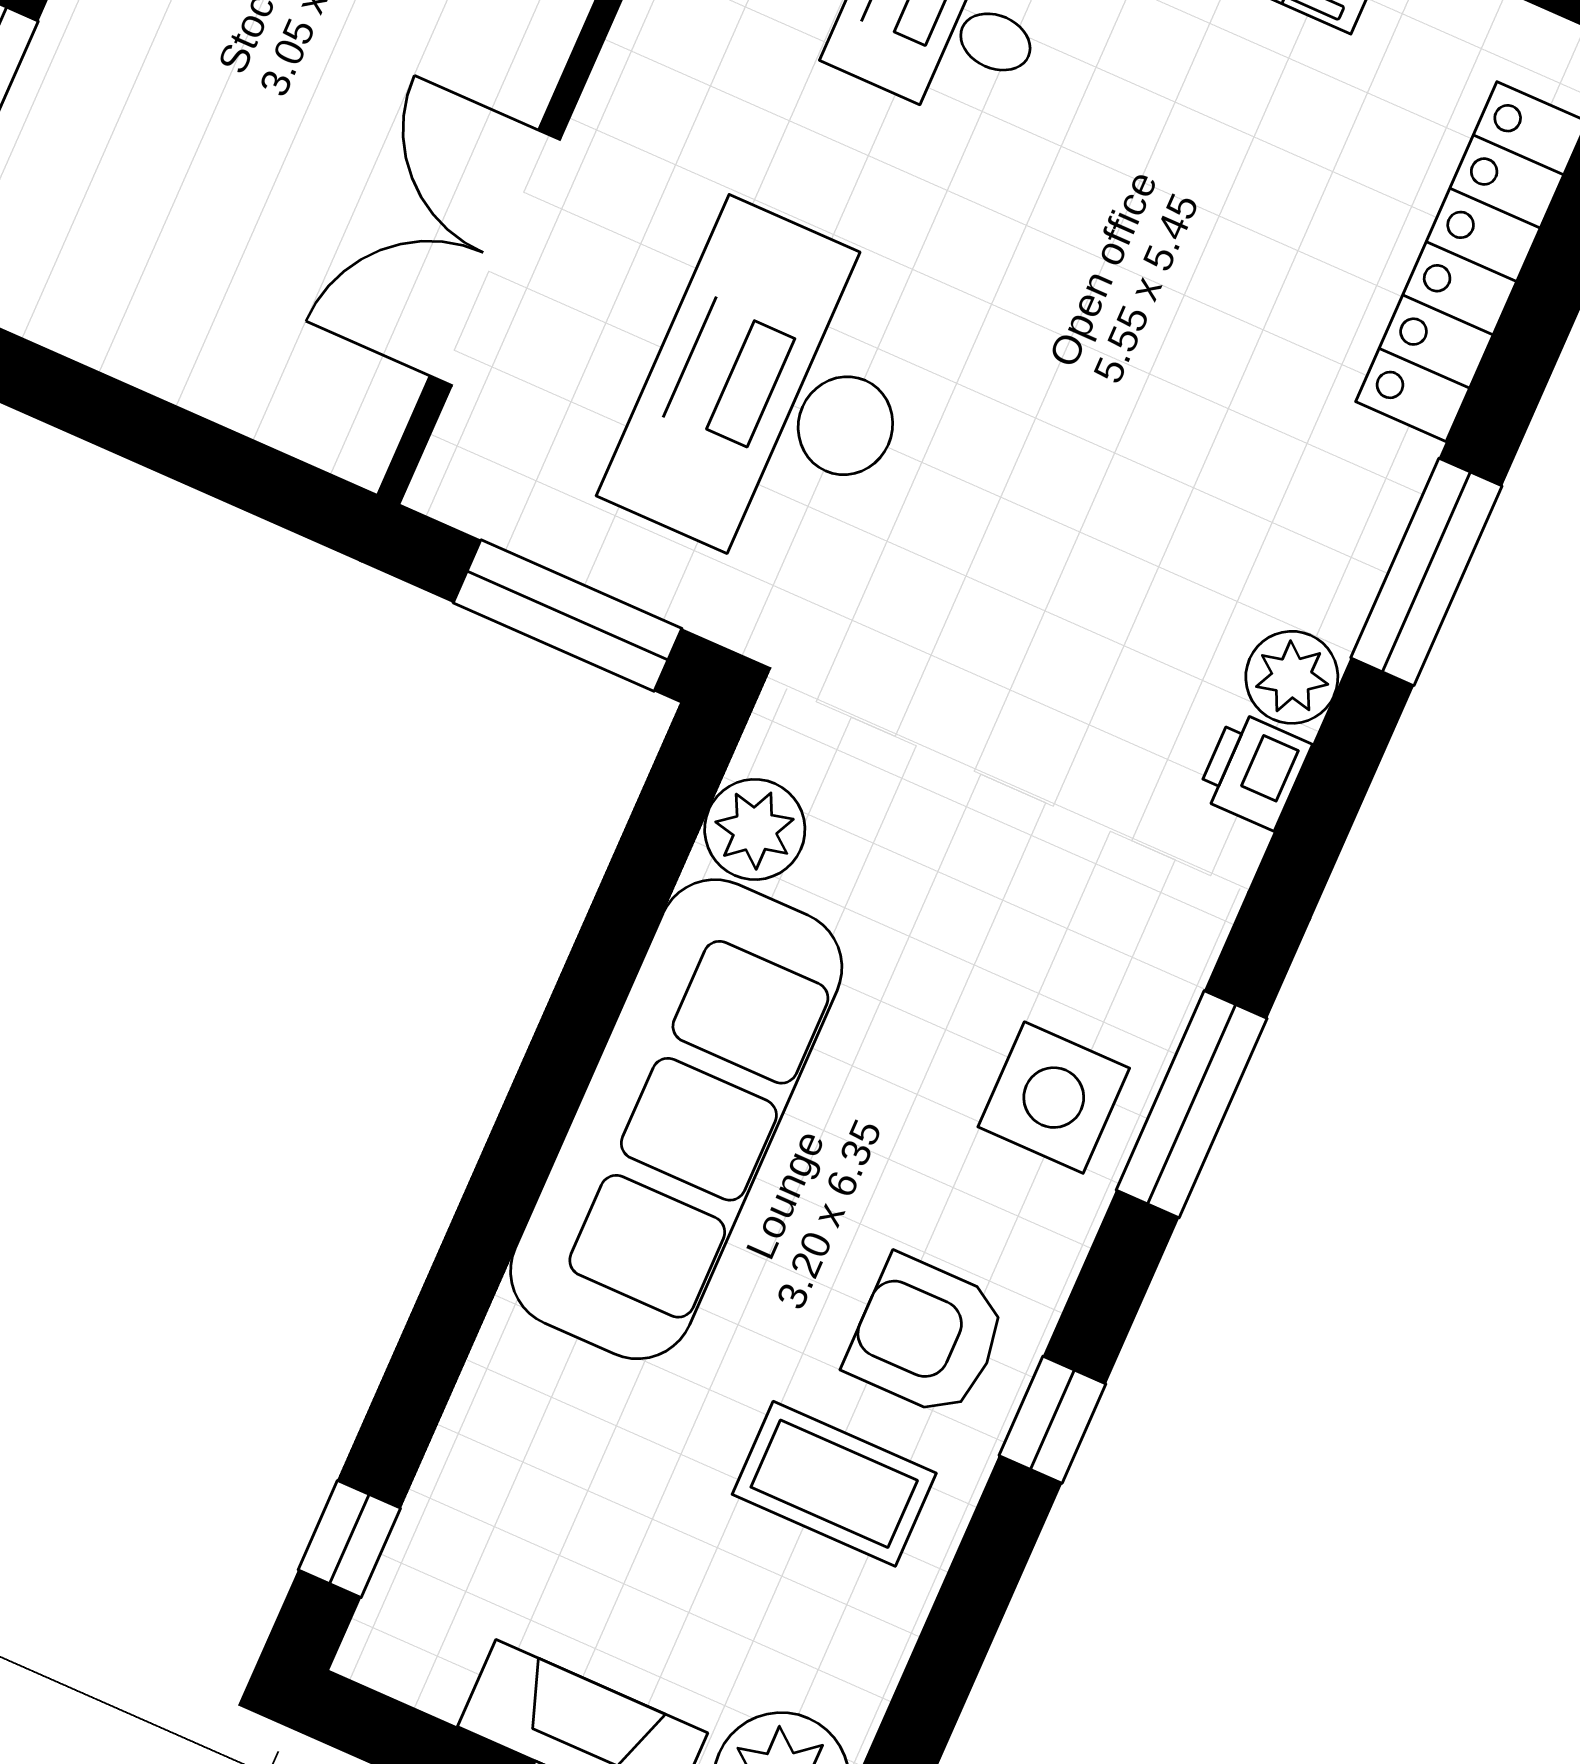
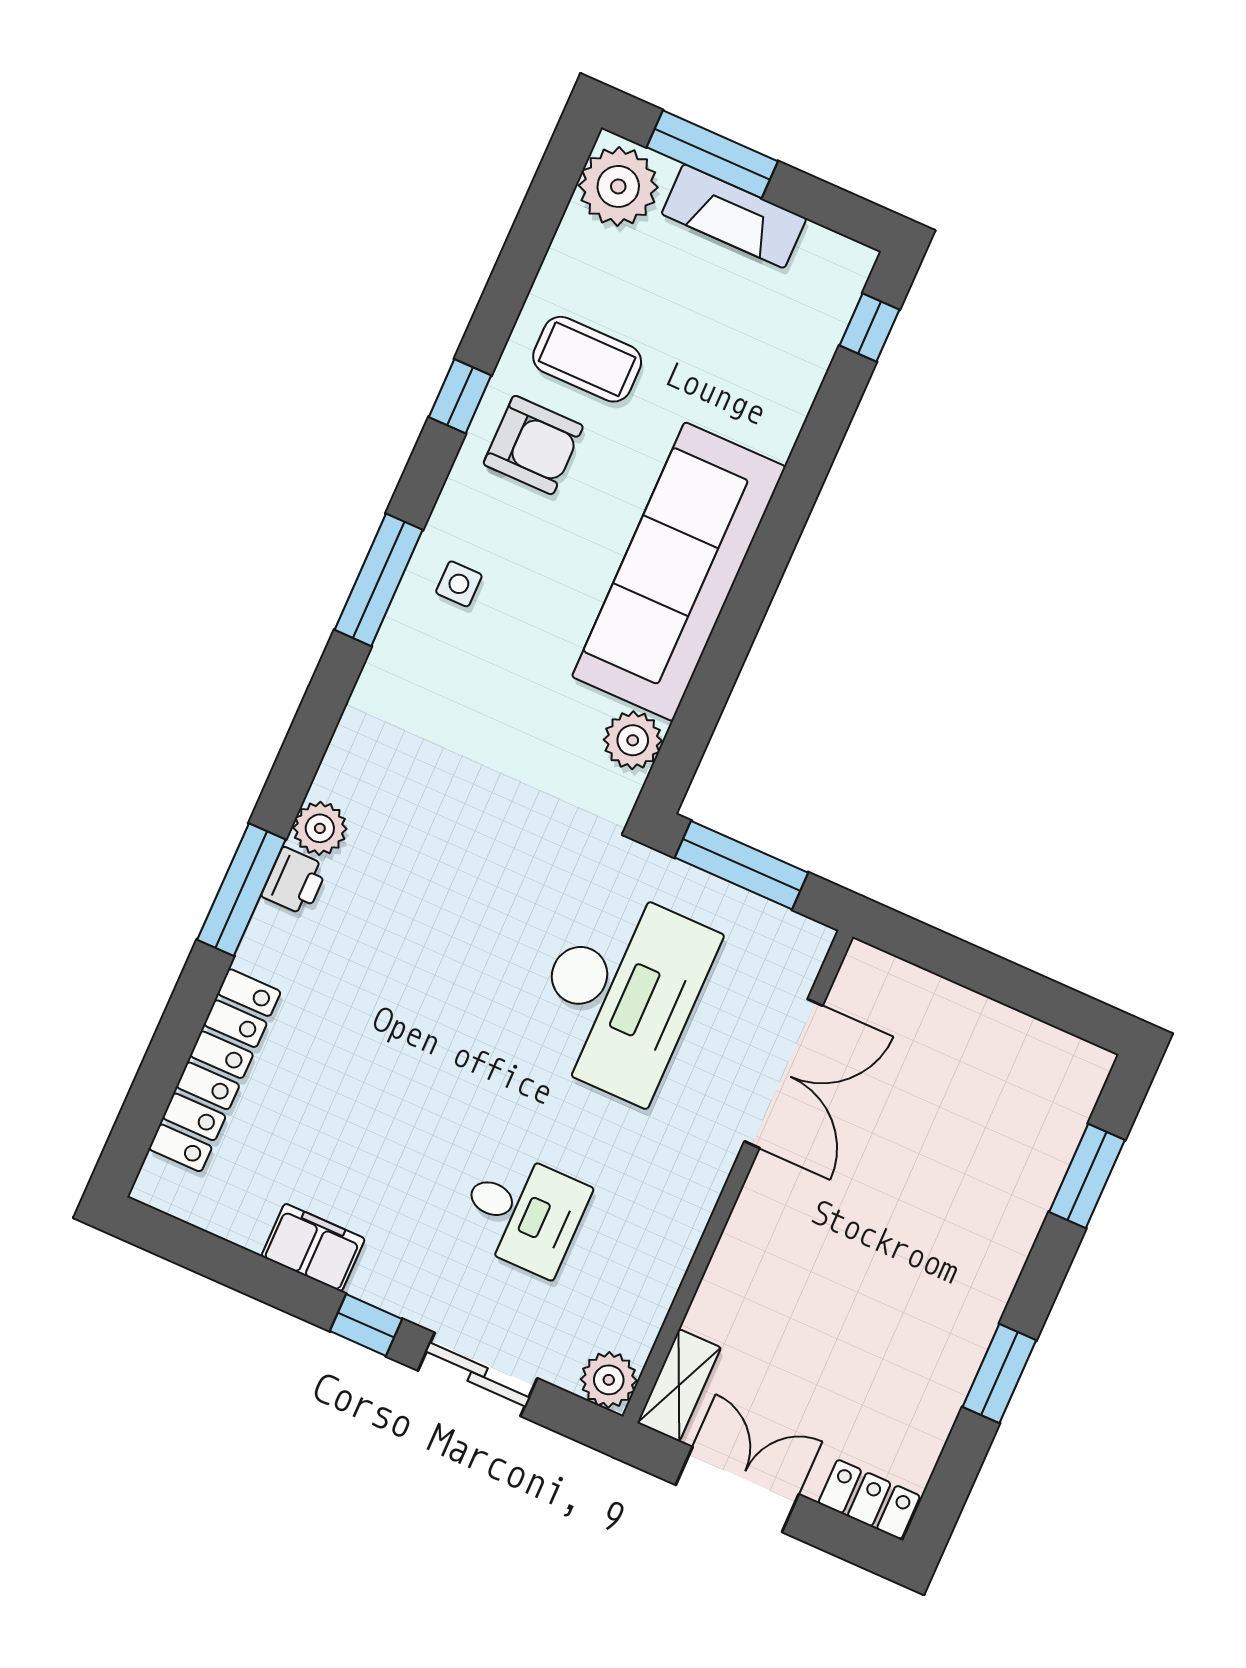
printer: (1254, 770) -> (295, 881), moved
side table: (1054, 1098) -> (459, 584), width x0.54, depth x0.54

